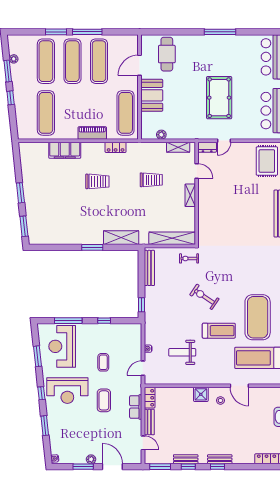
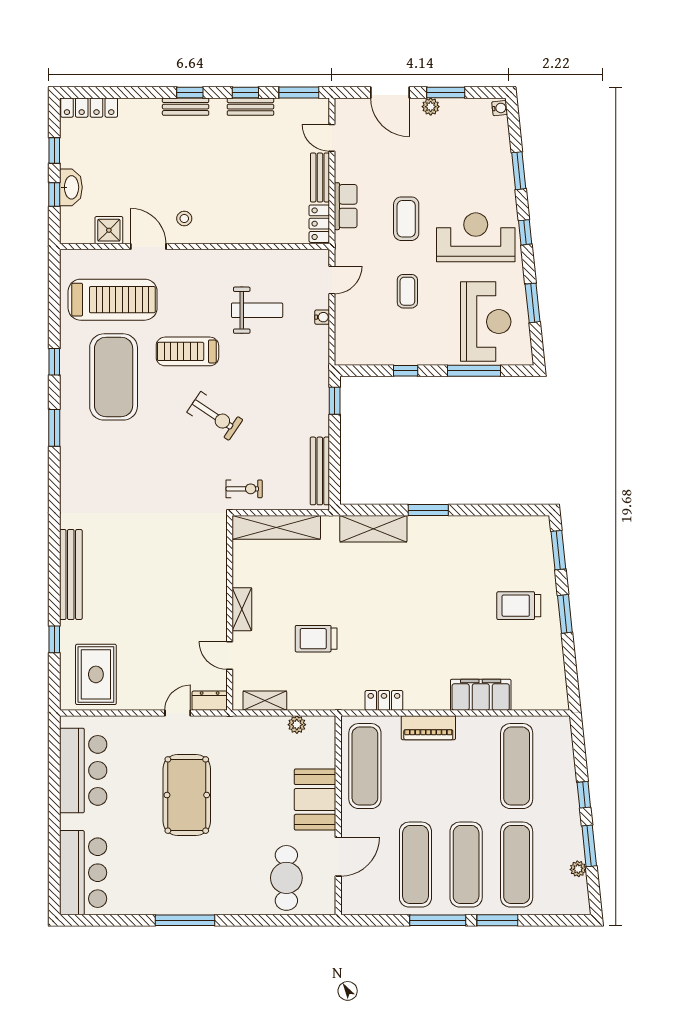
trolley: (97, 181) -> (519, 606), moved
shower: (201, 394) -> (109, 230), moved

